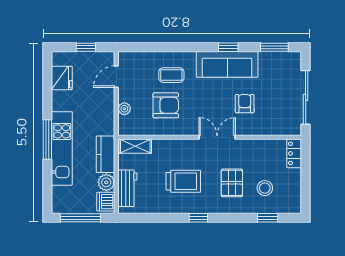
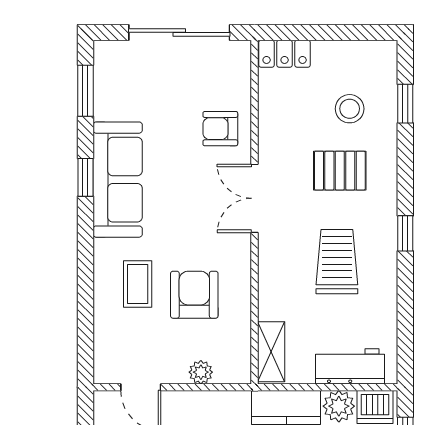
armchair: (245, 104) -> (220, 129), moved

